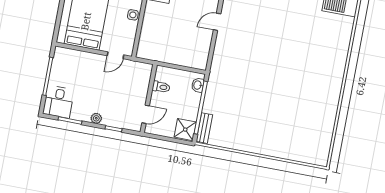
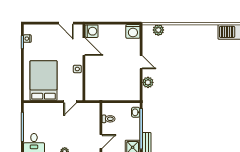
door: (217, 22) -> (141, 62), swing flipped
plant: (221, 49) -> (148, 82), added

